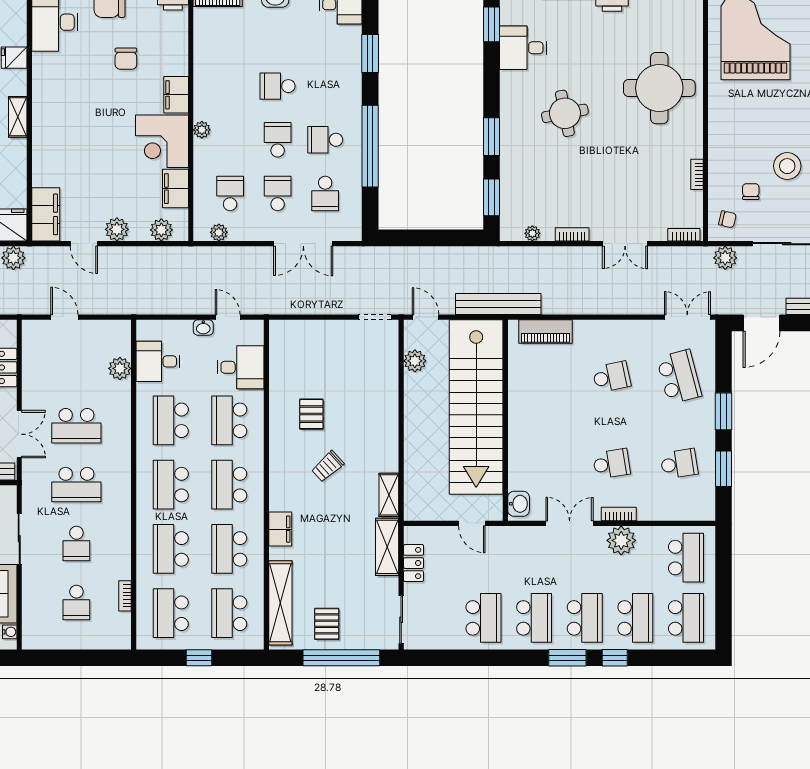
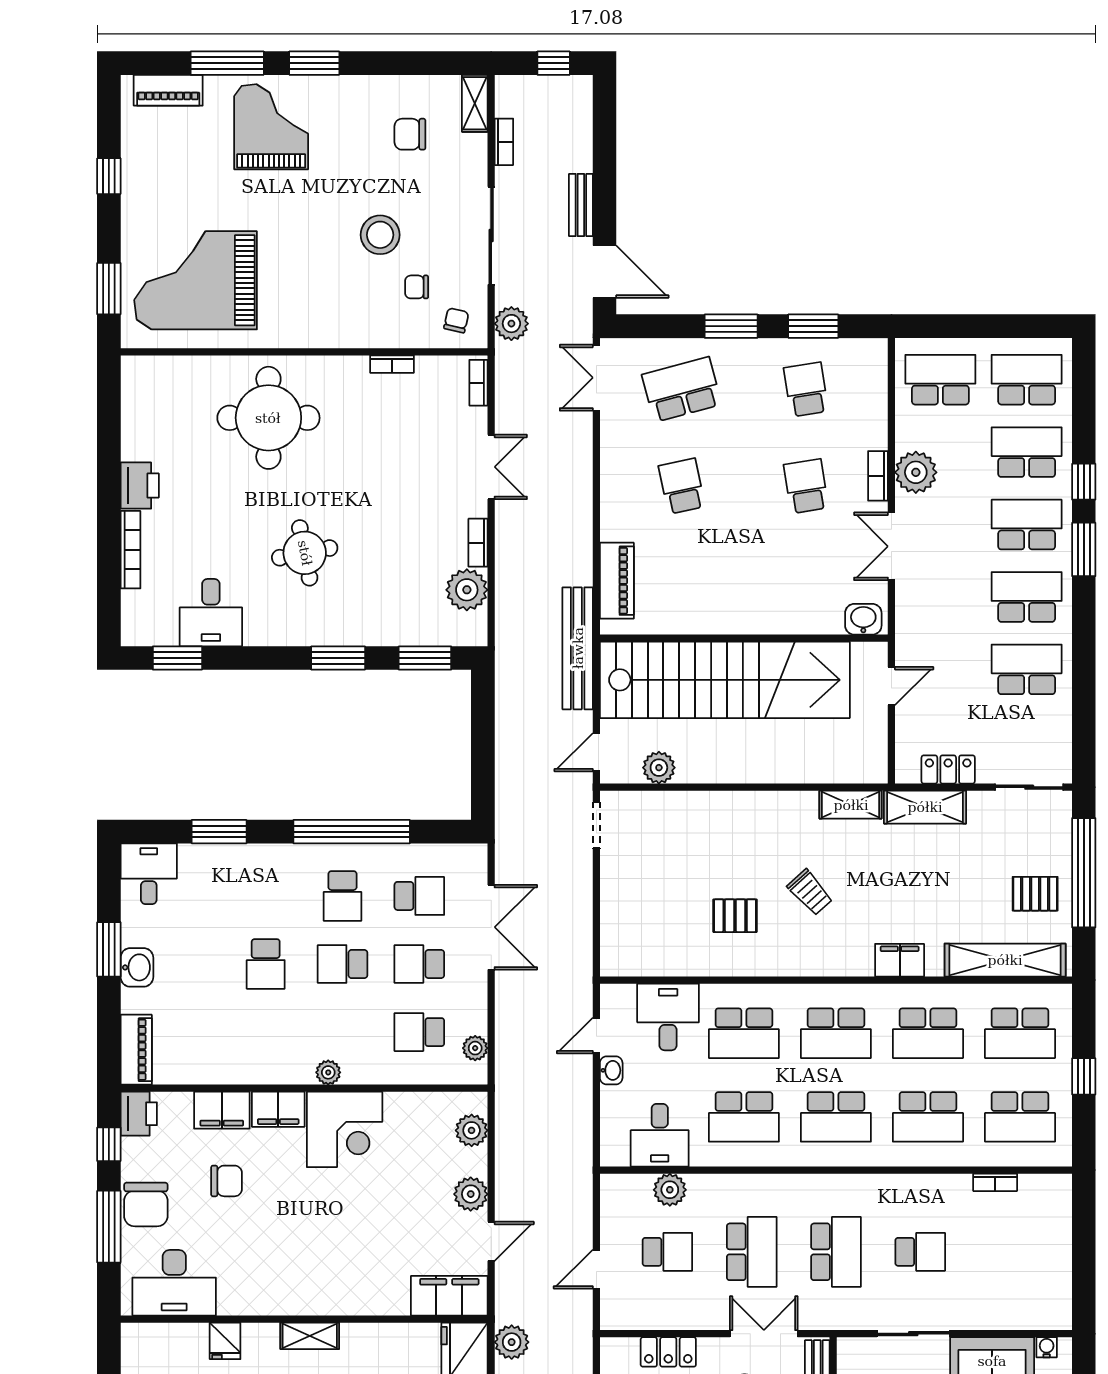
filing cabinet: (175, 189) -> (222, 1110), moved
plant: (532, 233) -> (467, 590), width x1.87, depth x1.87
school desk: (76, 602) -> (667, 1252), moved

